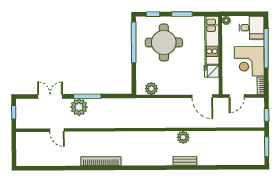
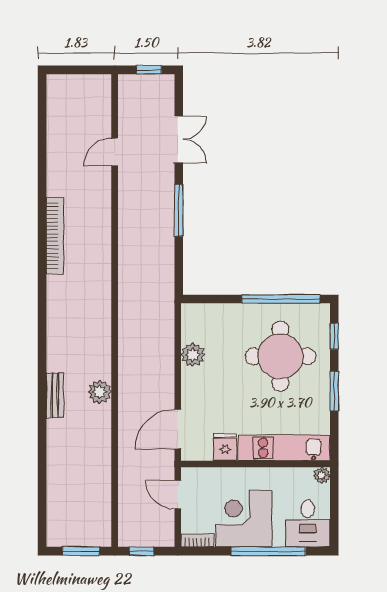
plant: (151, 89) -> (193, 355), moved
plant: (79, 107) -> (158, 194), removed

